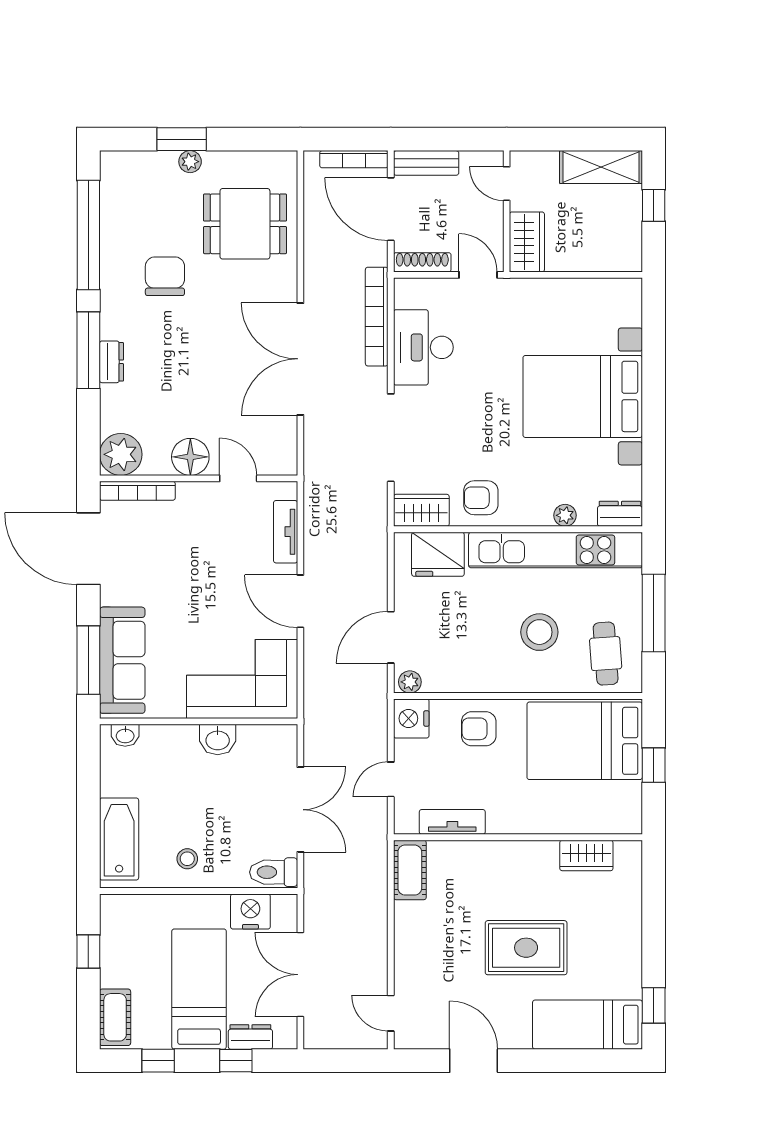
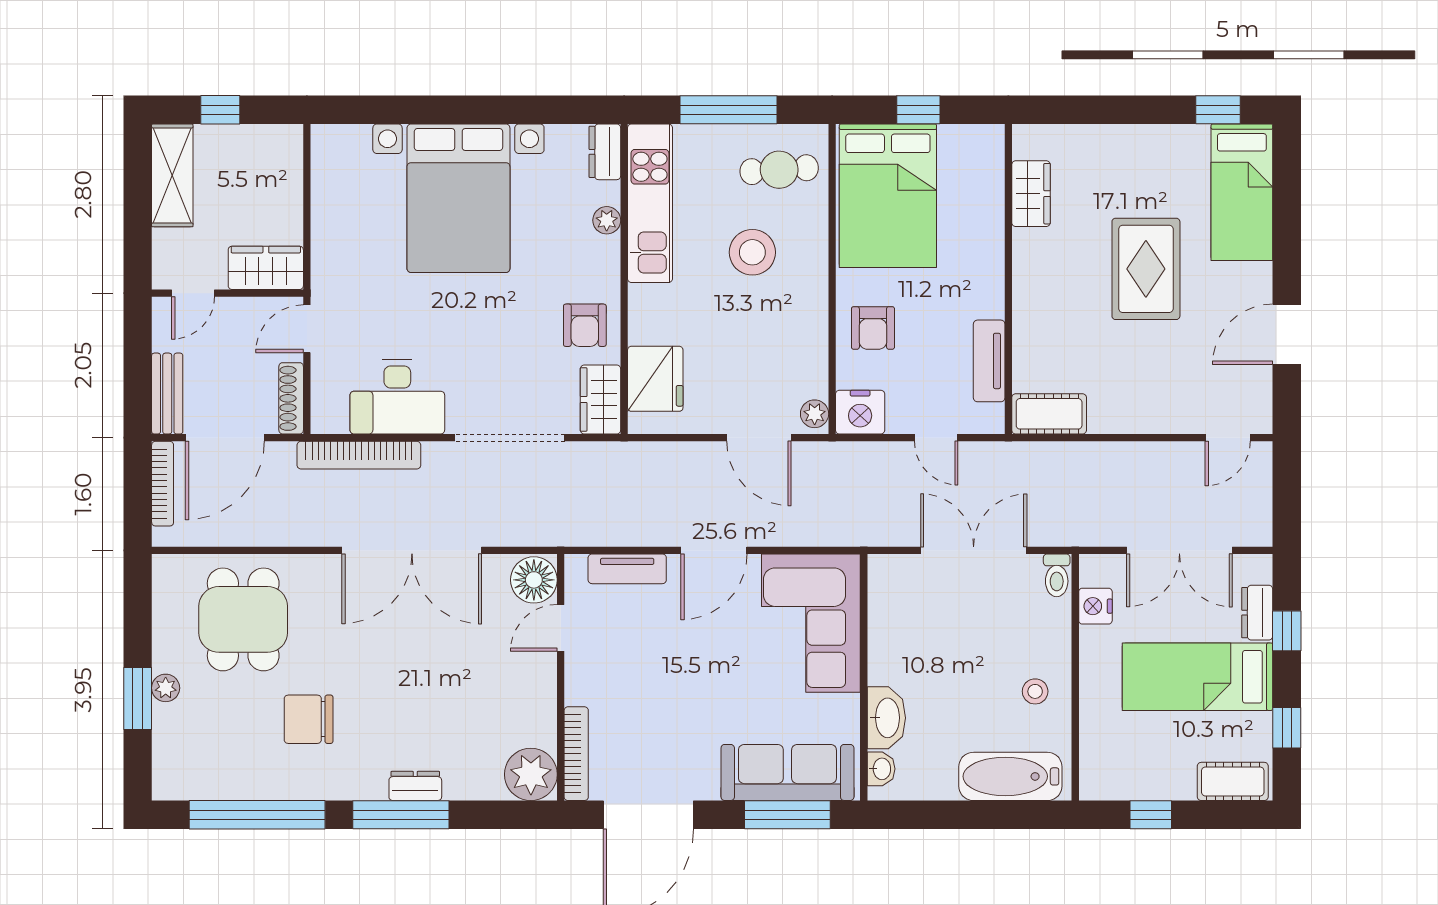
floor lamp: (190, 457) -> (534, 580), moved
kitchen unit: (556, 550) -> (650, 203), width x0.73
washbasin: (218, 740) -> (886, 718), moved, width x1.38
toilet: (274, 872) -> (1057, 575), width x0.73, depth x0.72
nightstand: (250, 912) -> (1095, 606), width x0.74, depth x0.75

